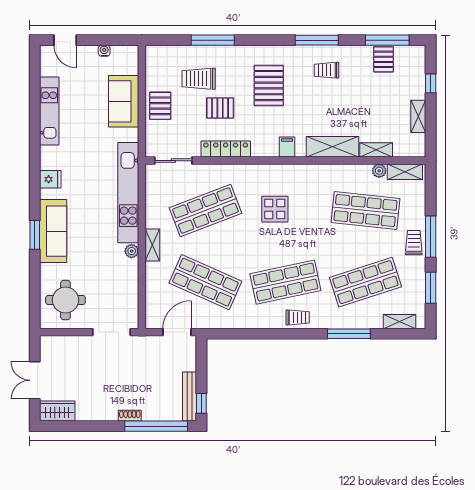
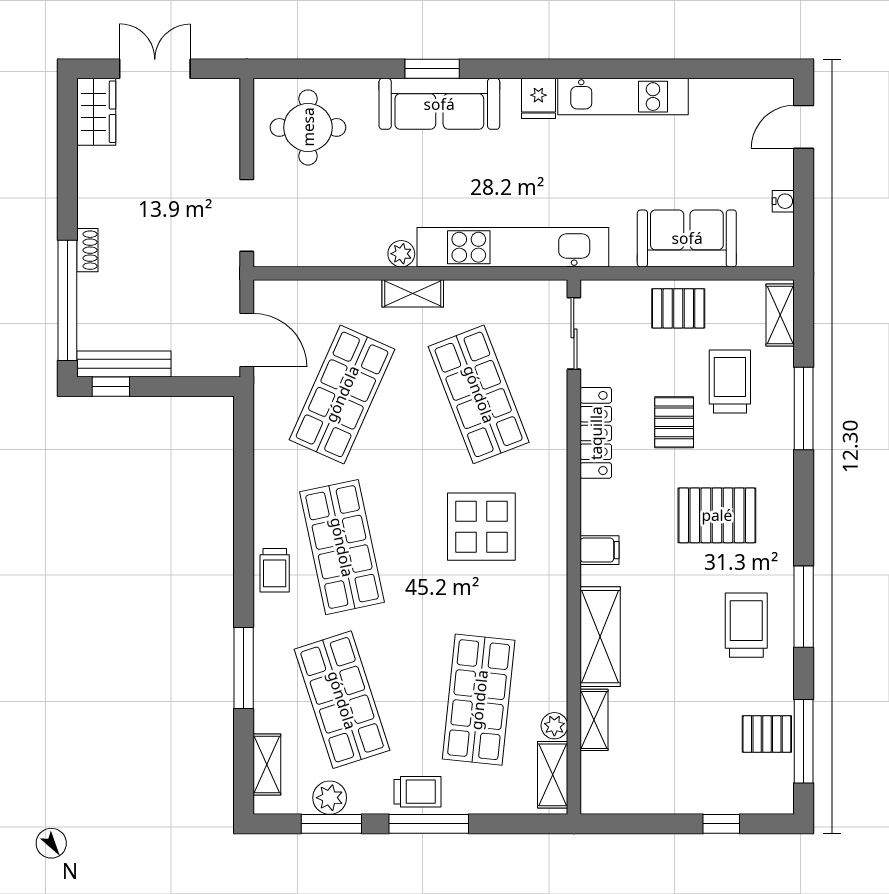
trolley: (326, 70) -> (746, 625), width x1.36, depth x1.39
kitchen unit: (49, 111) -> (623, 97), moved
shelving: (418, 116) -> (780, 315), moved, turned 90
display table: (275, 209) -> (481, 527), width x1.36, depth x1.36
plant: (417, 289) -> (330, 798), added

